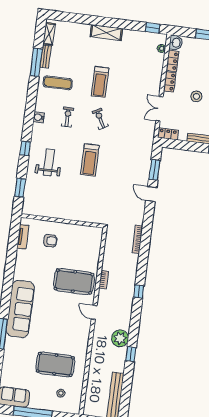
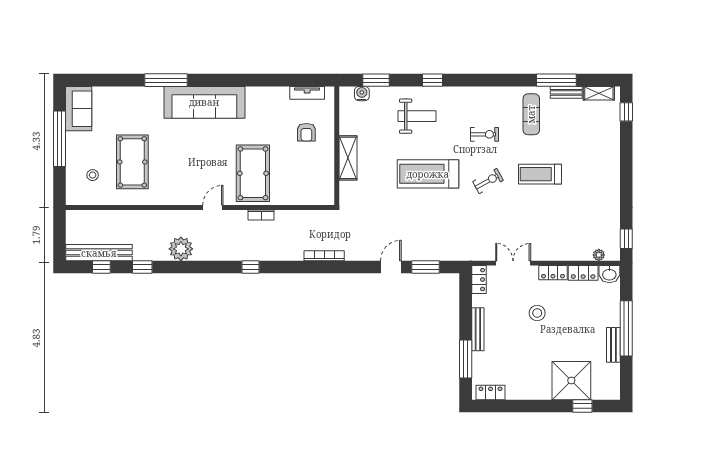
window: (64, 17) -> (626, 112), added
shelving: (106, 33) -> (348, 158), moved
water cooler: (39, 117) -> (362, 94), moved
treadmill: (90, 160) -> (428, 174), width x1.37, depth x1.38
window: (131, 354) -> (142, 267), moved
window: (126, 395) -> (101, 267), added

